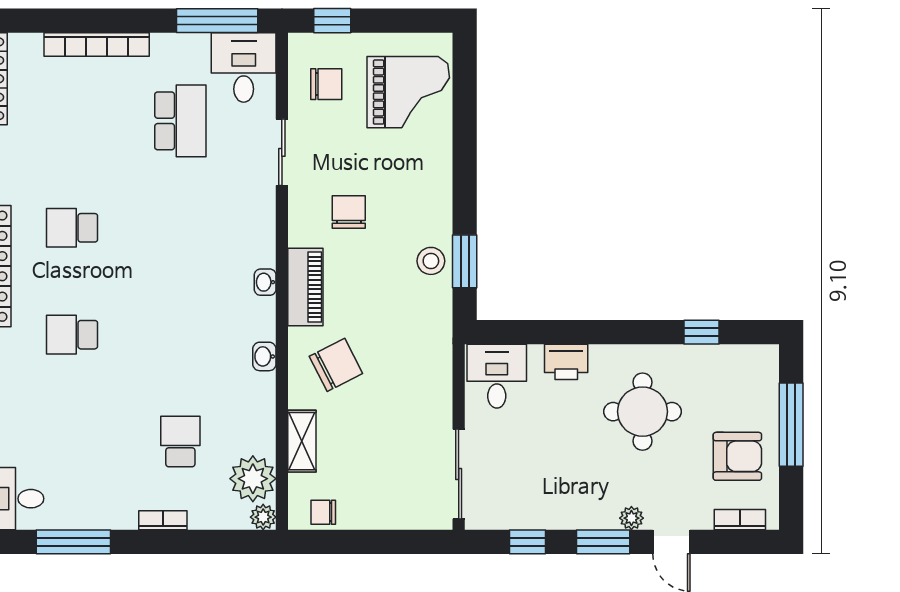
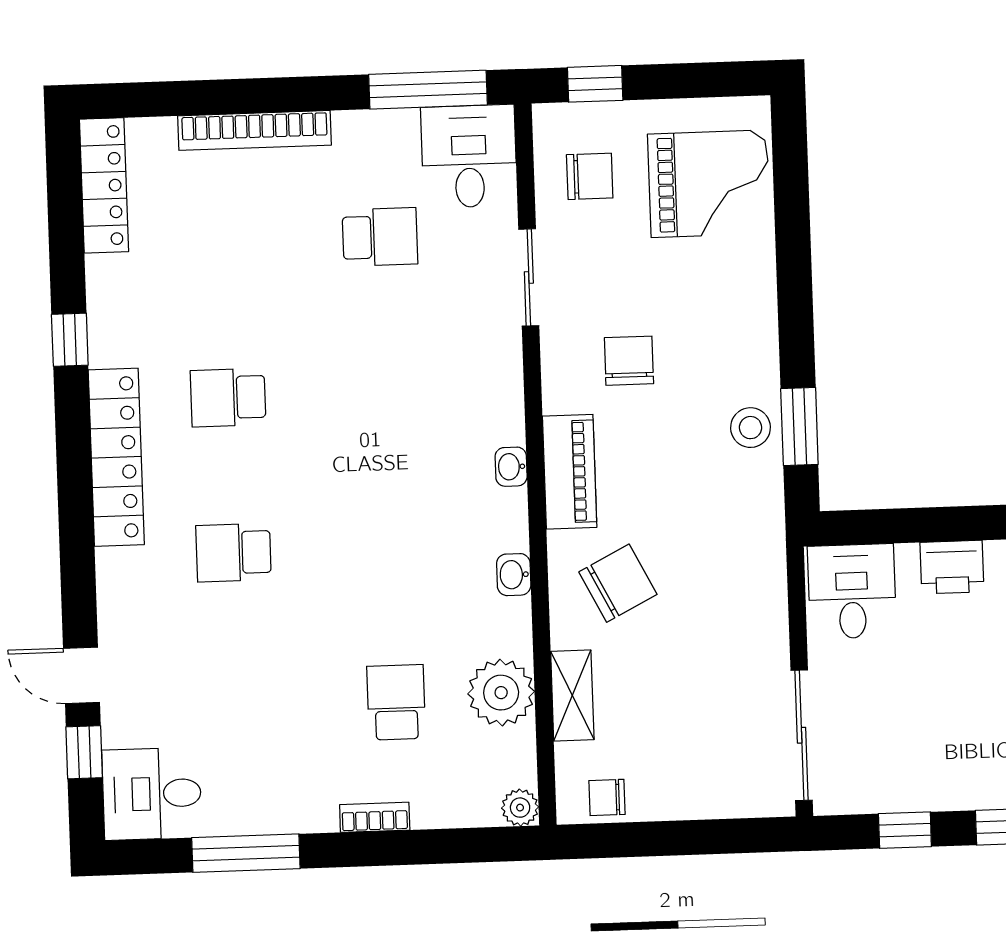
school desk: (180, 121) -> (380, 237), width x0.54
plant: (253, 479) -> (501, 693), moved

